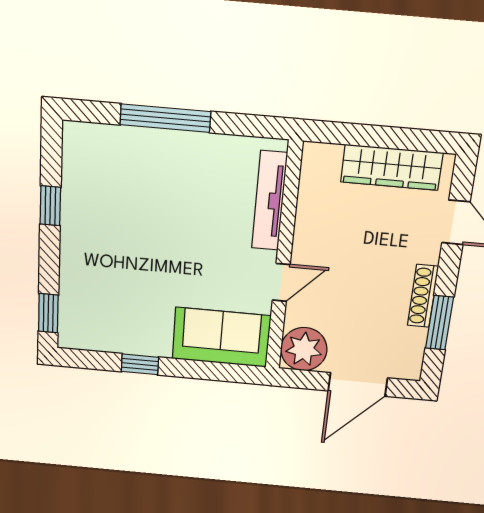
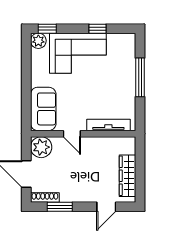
corner sofa: (104, 254) -> (78, 53), added
shoe rack: (423, 296) -> (45, 197), moved
plant: (74, 334) -> (38, 41), added
window: (140, 364) -> (26, 72), removed

